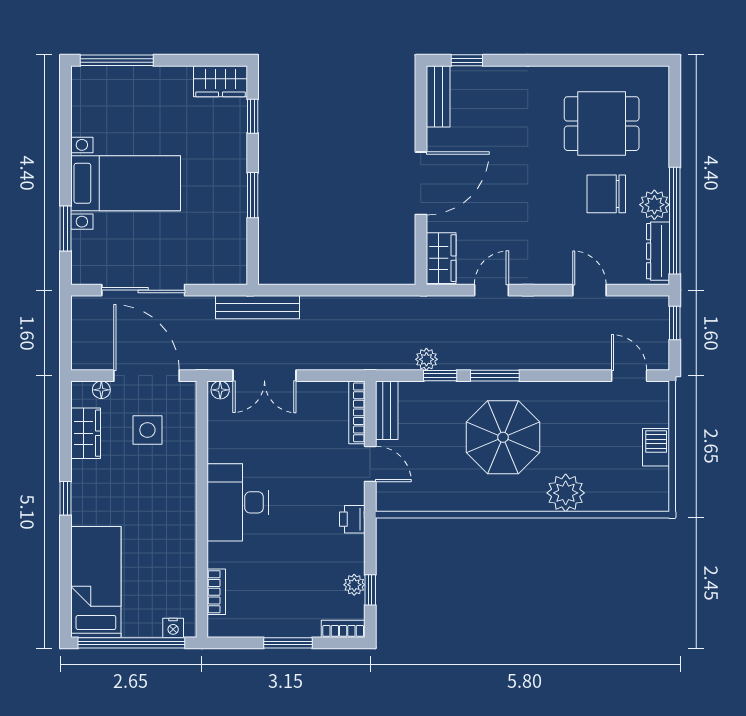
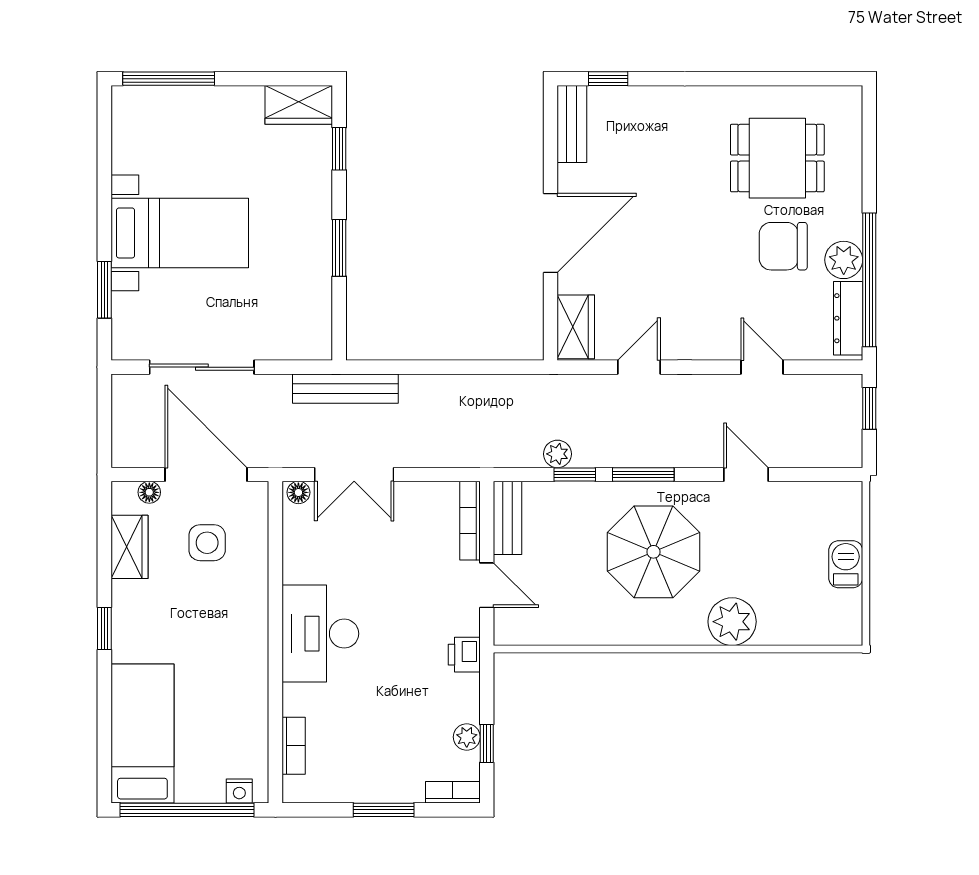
door: (629, 376) -> (746, 474), moved

